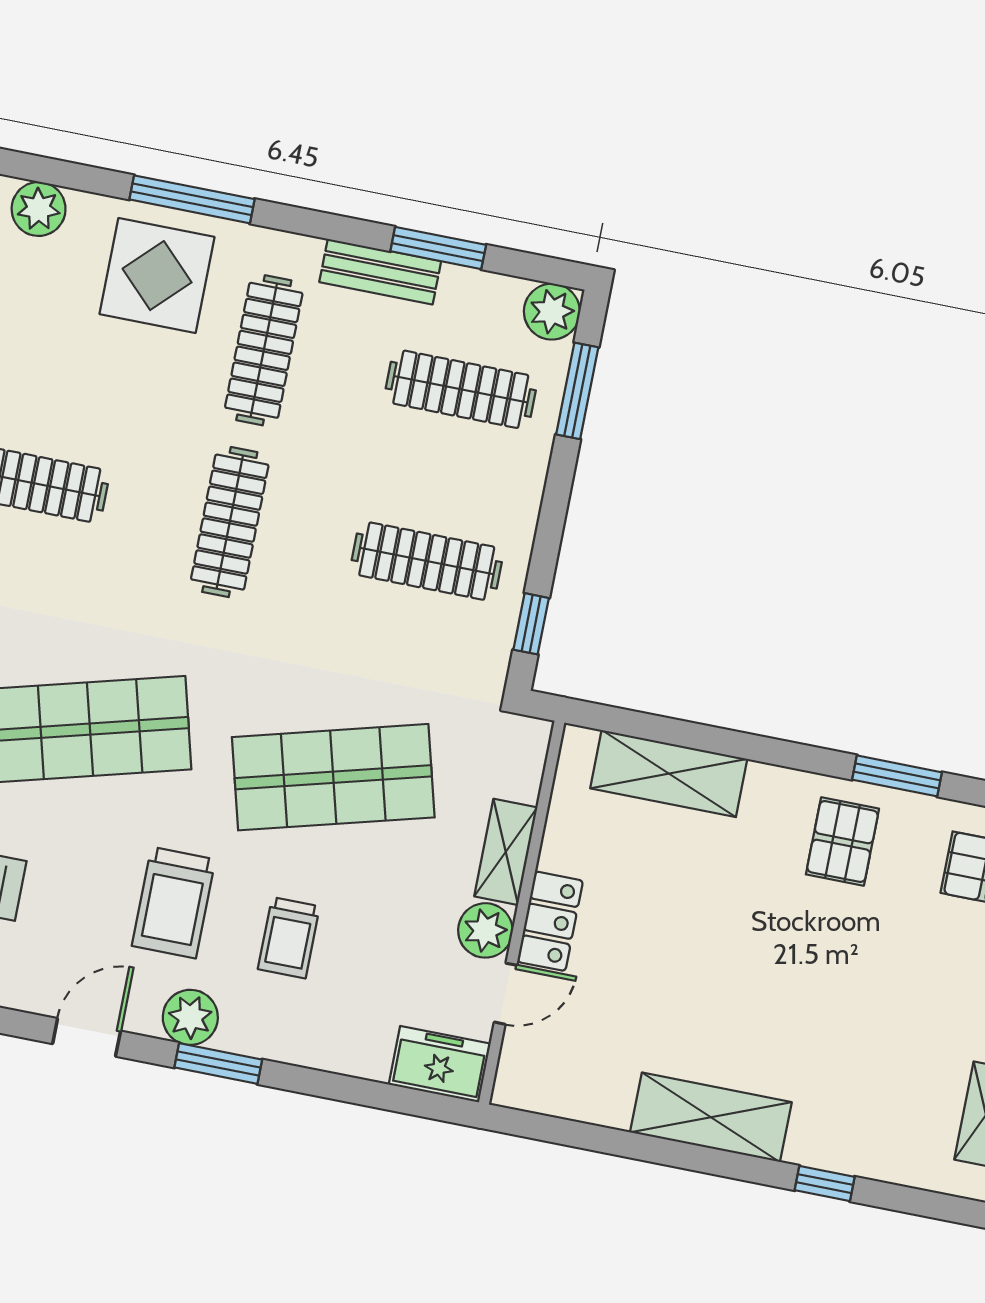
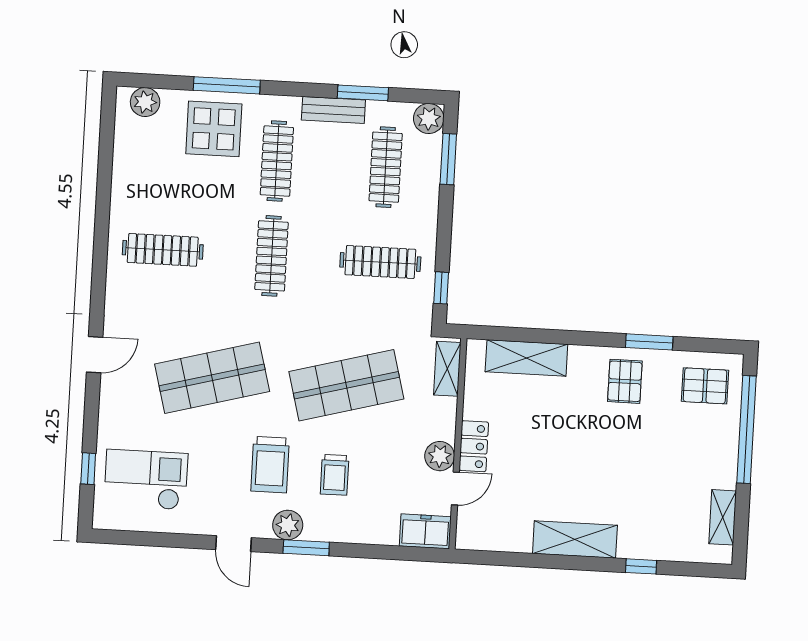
clothes rail: (461, 389) -> (386, 167), turned 90
shelving: (506, 852) -> (447, 369), moved
door: (87, 1037) -> (233, 544), swing flipped

